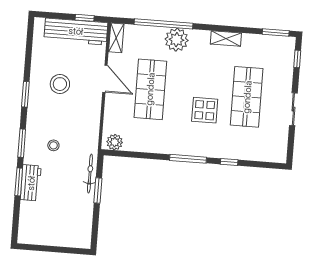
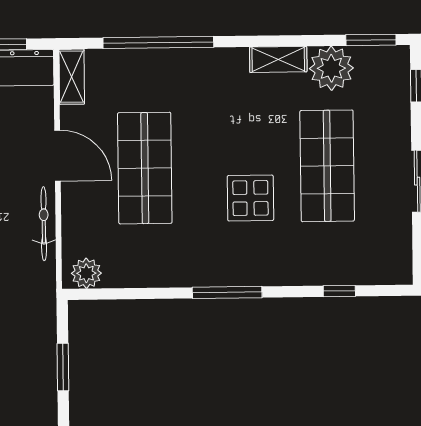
plant: (177, 40) -> (331, 68), moved
window: (229, 162) -> (339, 291), moved
bicycle: (90, 174) -> (44, 224), moved

